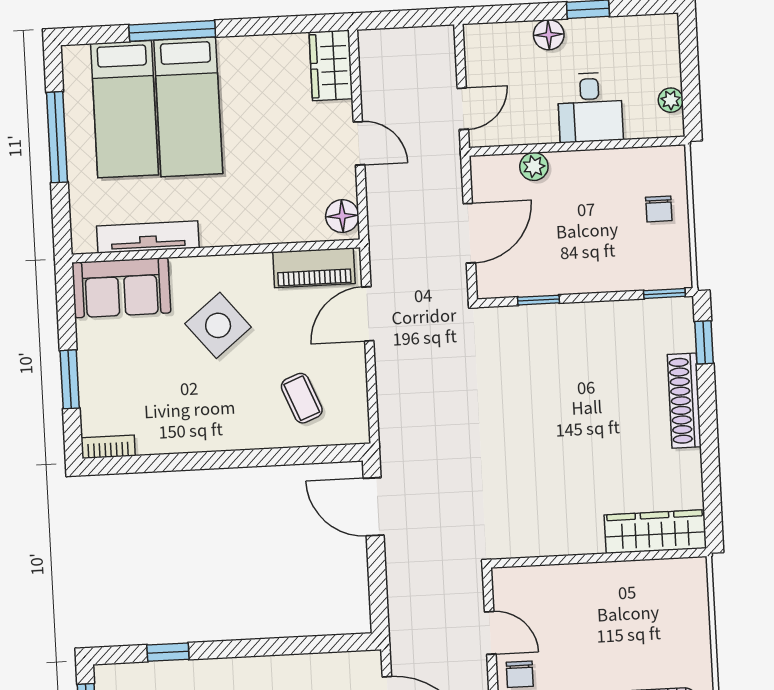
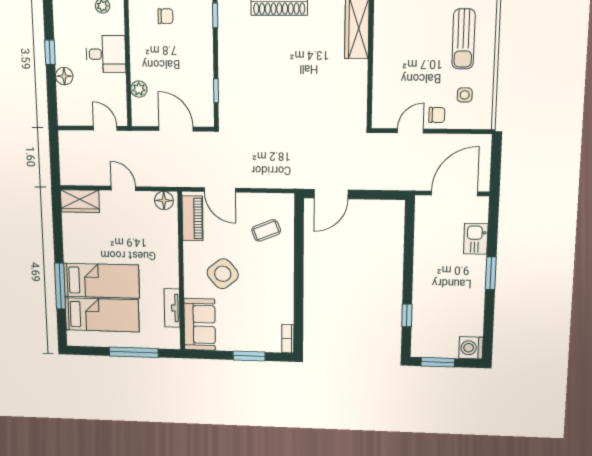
window: (57, 137) -> (134, 352), moved
door: (359, 143) -> (123, 188), hinge flipped
tv unit: (148, 237) -> (172, 308), width x0.71

